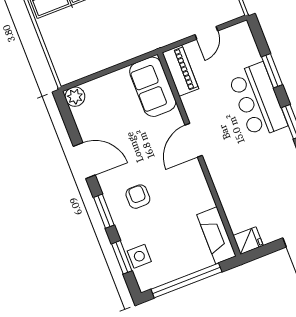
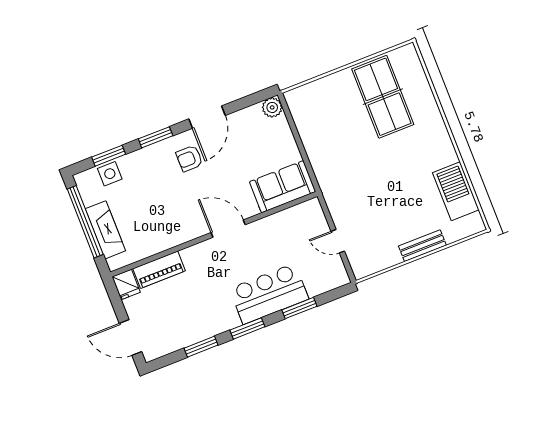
piano: (180, 71) -> (159, 270), moved
armchair: (138, 197) -> (189, 158), moved, turned 180
fireplace: (216, 235) -> (105, 230), moved, turned 90

